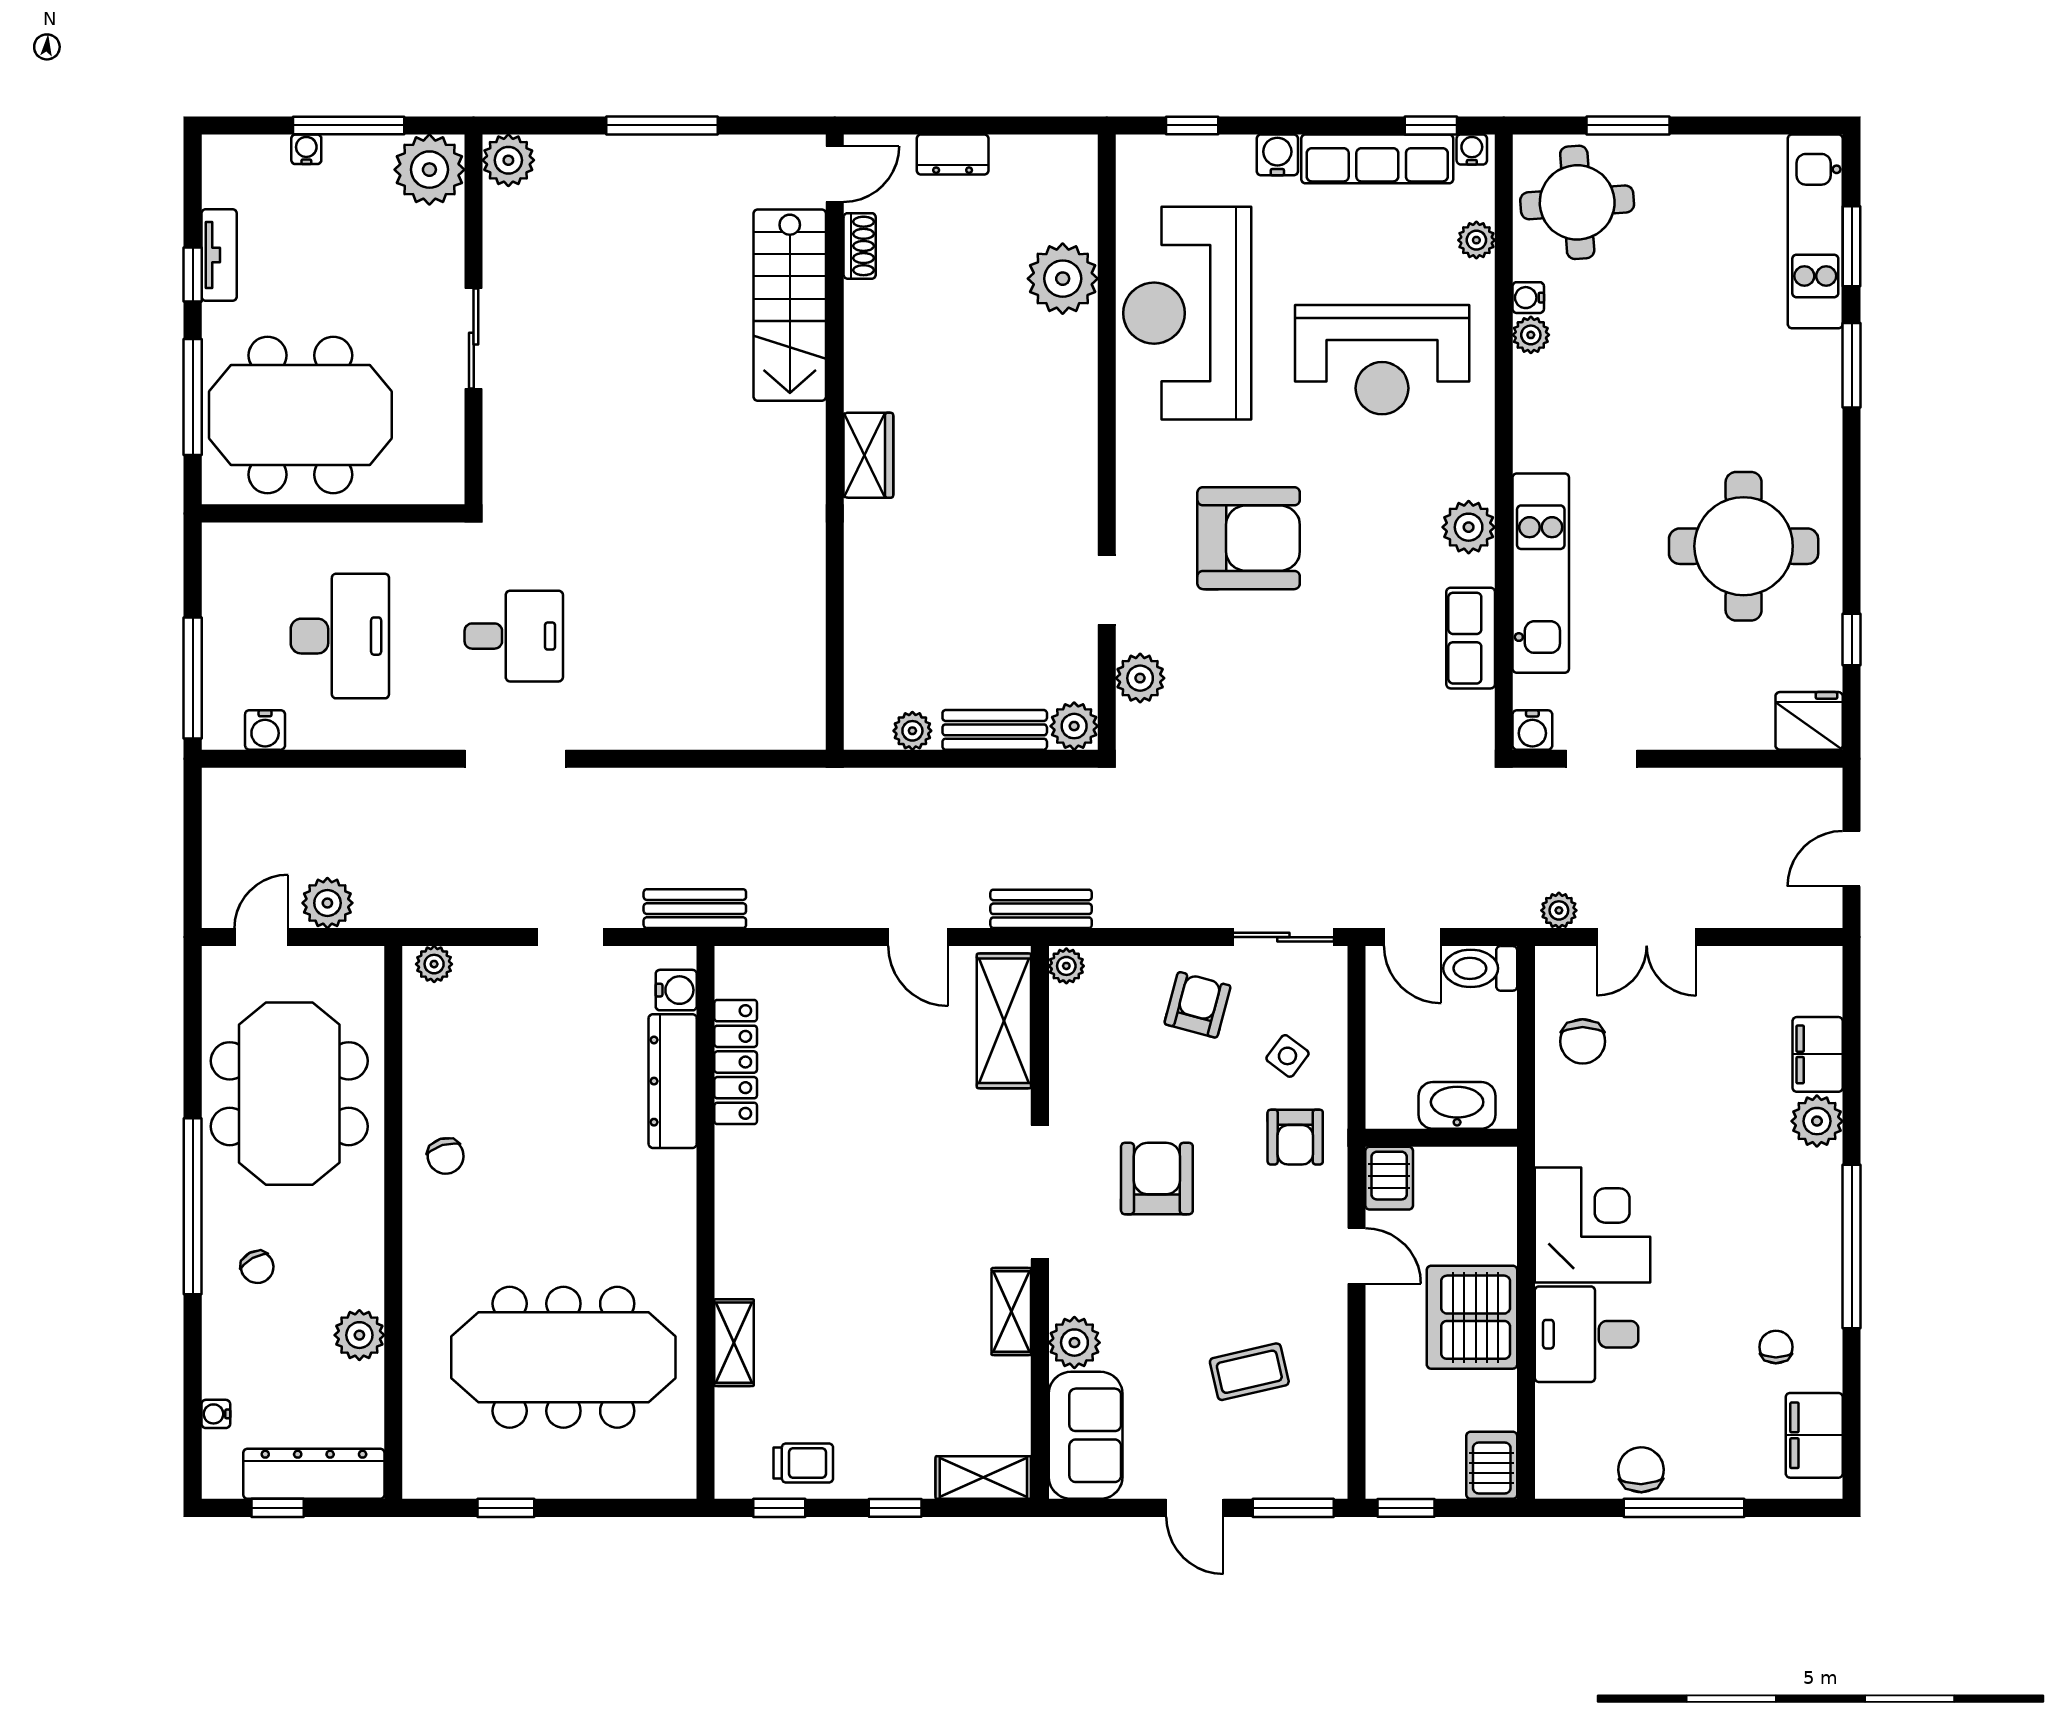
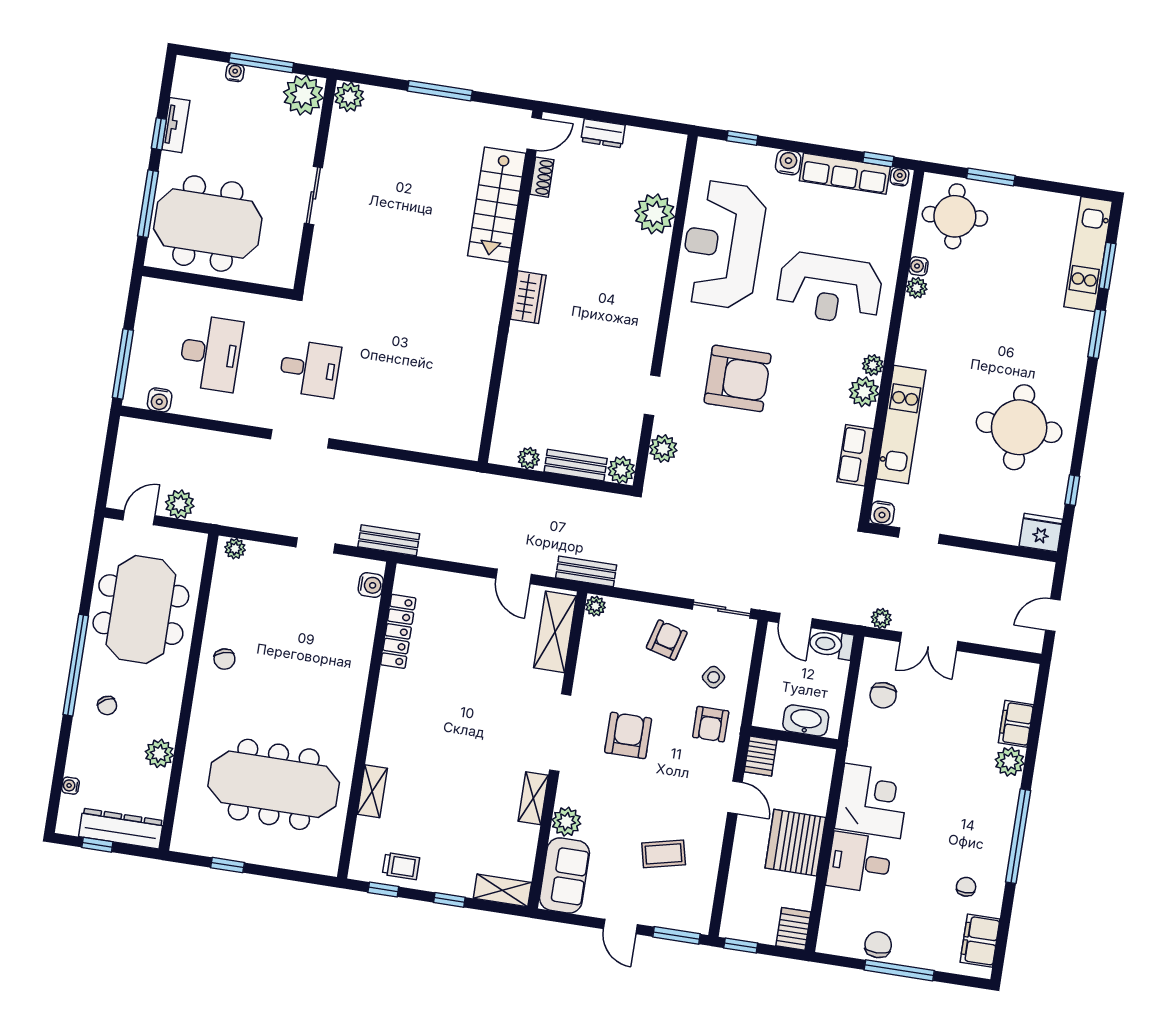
plant: (1476, 240) -> (873, 365), moved
dresser: (673, 1081) -> (361, 637), removed

